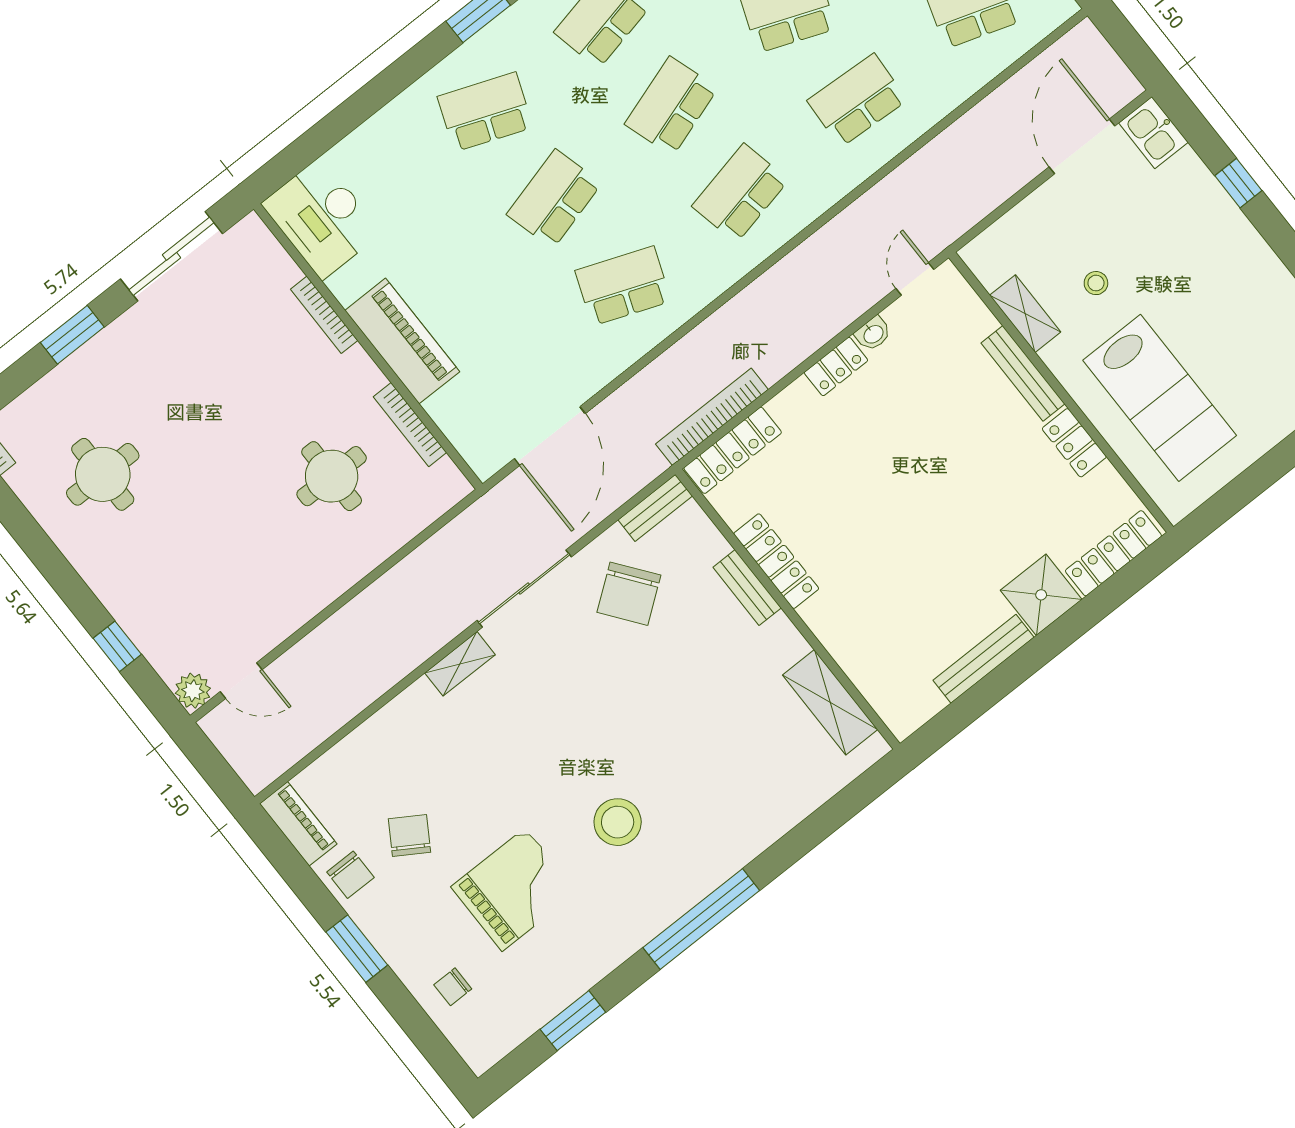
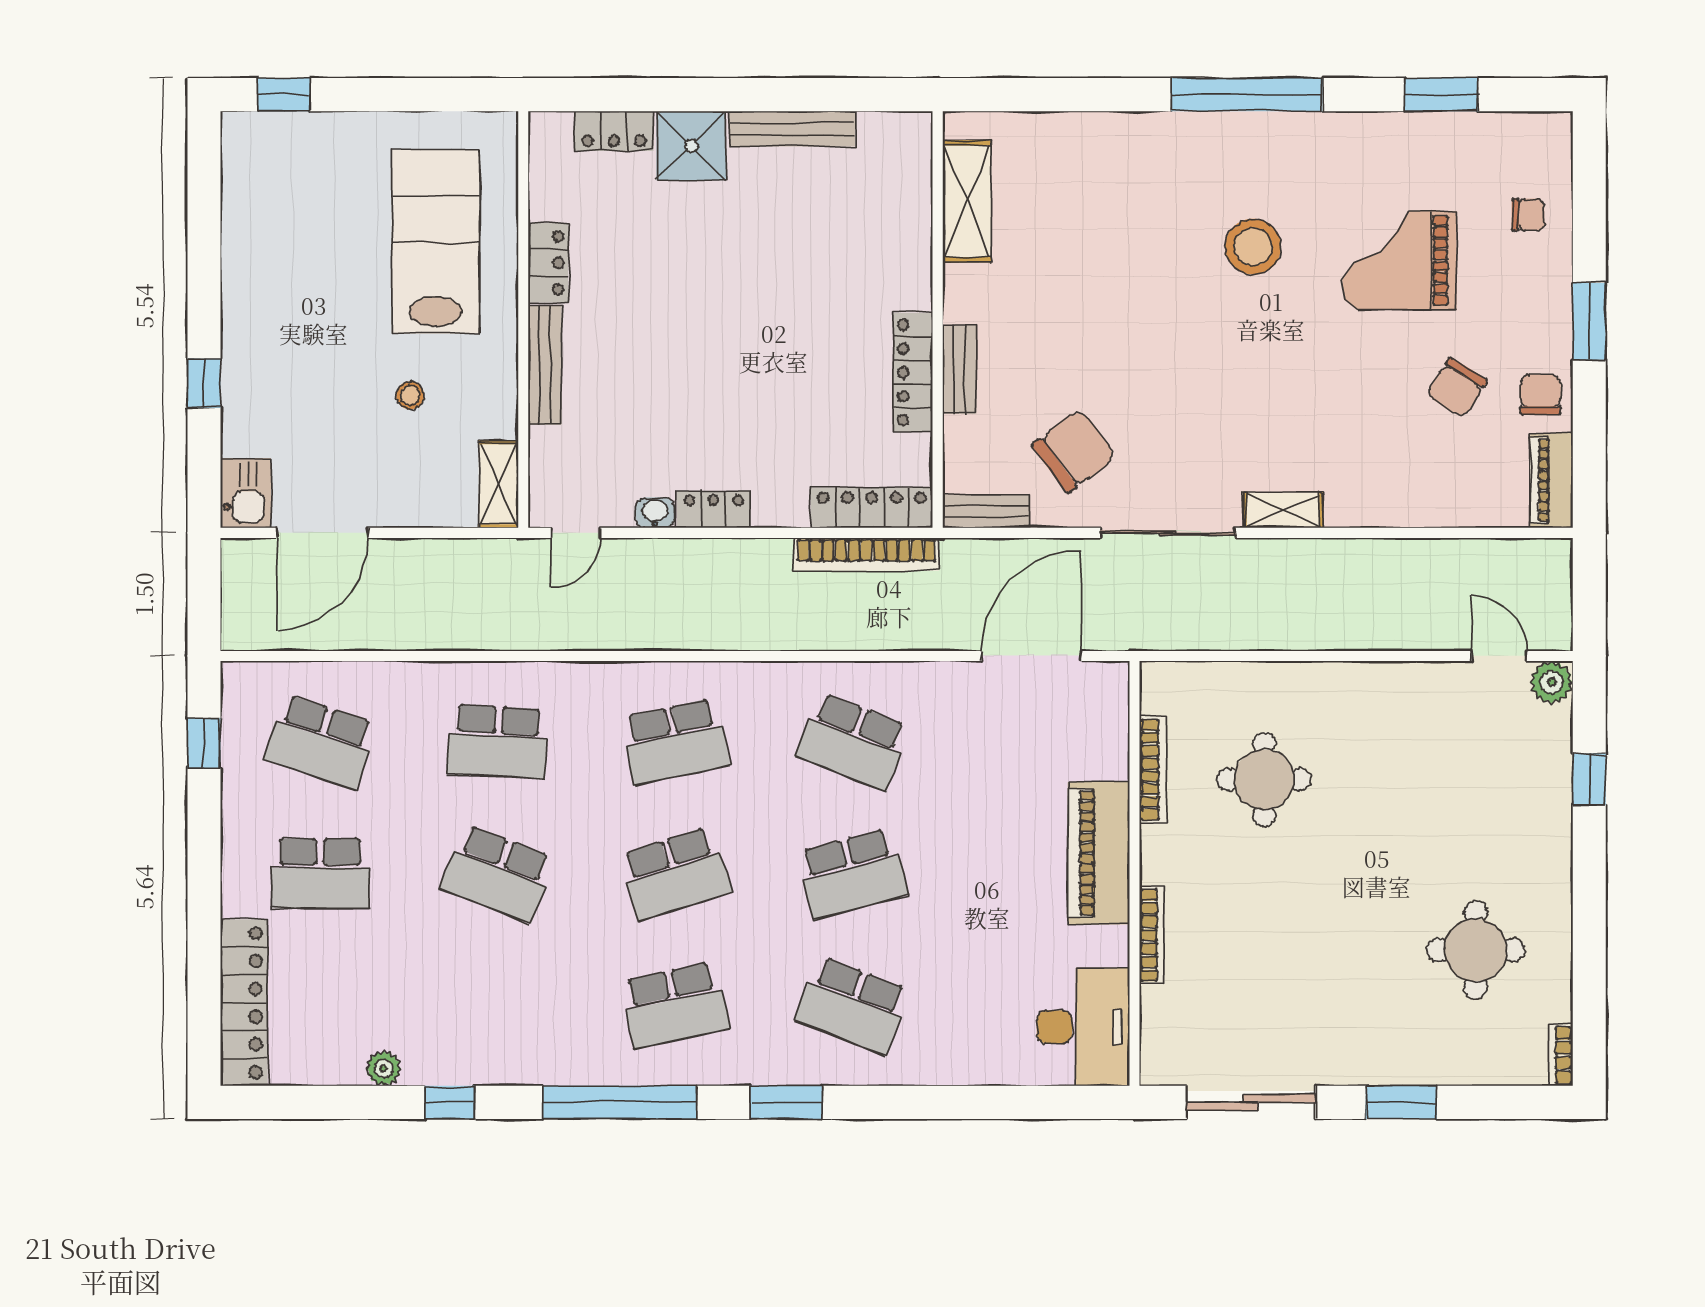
shelving: (1025, 314) -> (499, 484), moved
locker: (1113, 553) -> (614, 131), width x0.66

